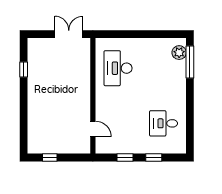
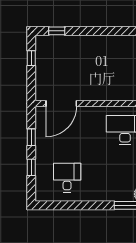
window: (24, 70) -> (57, 31), moved
door: (93, 129) -> (61, 104), width x1.87

